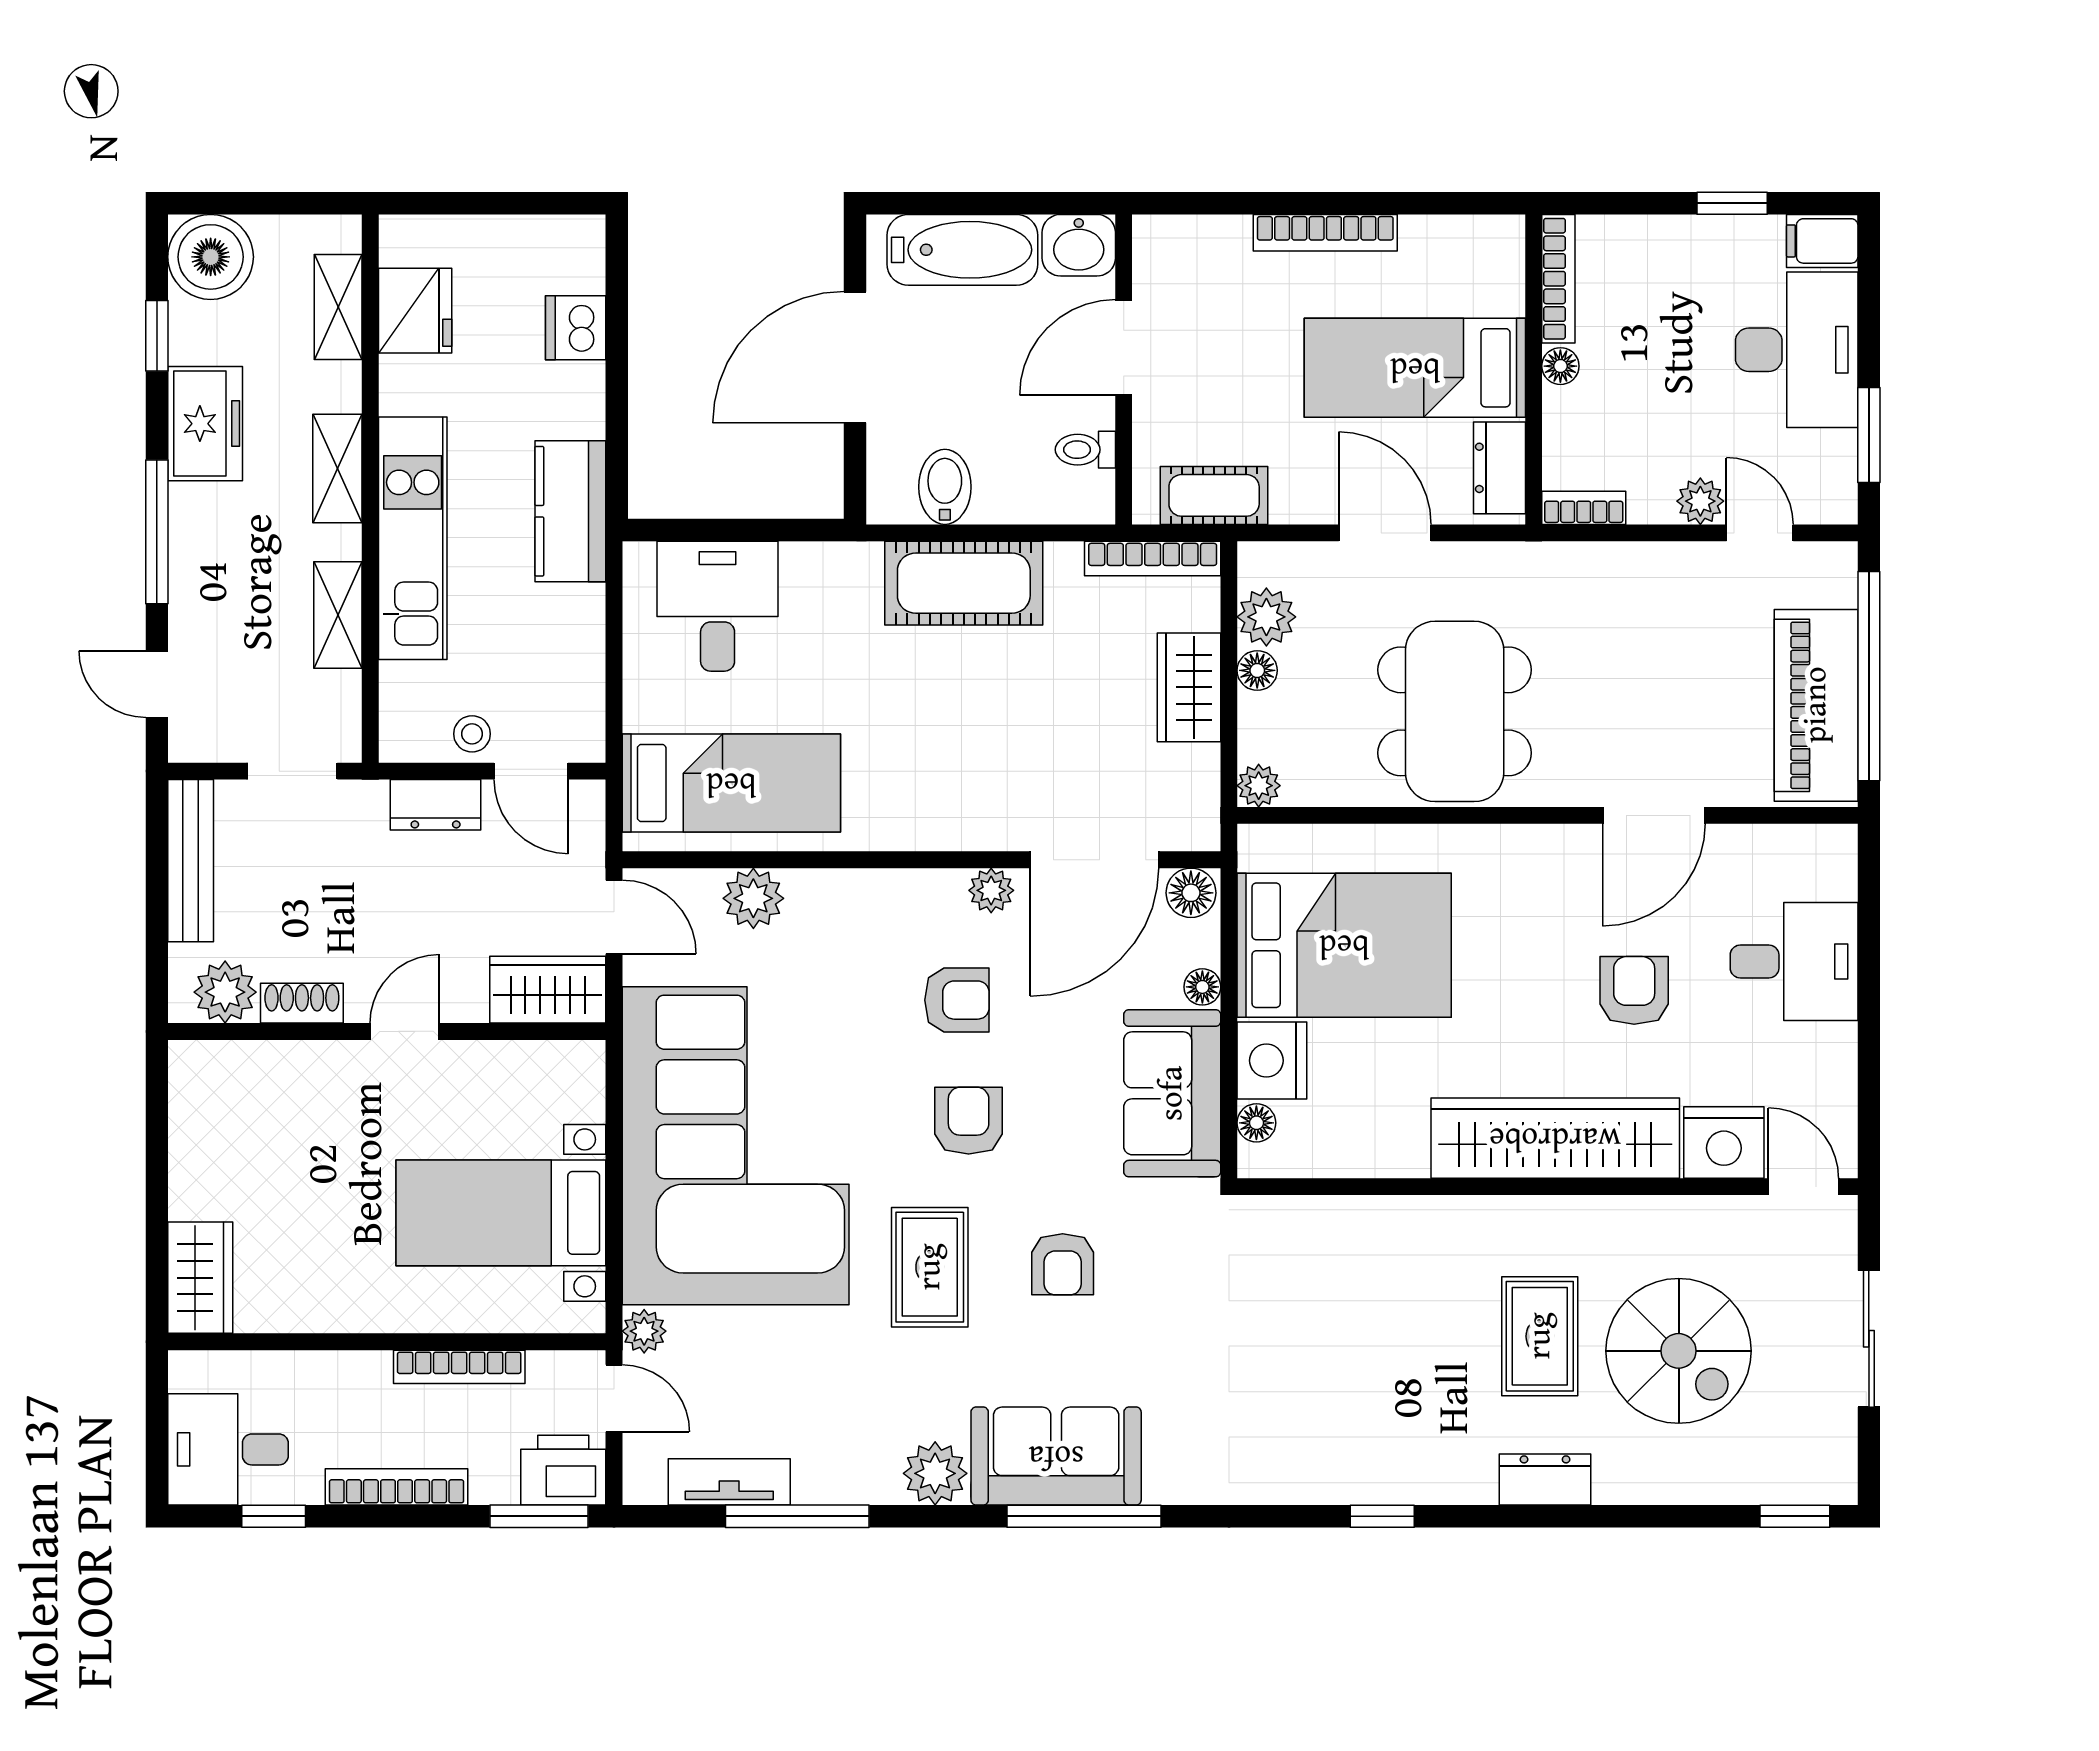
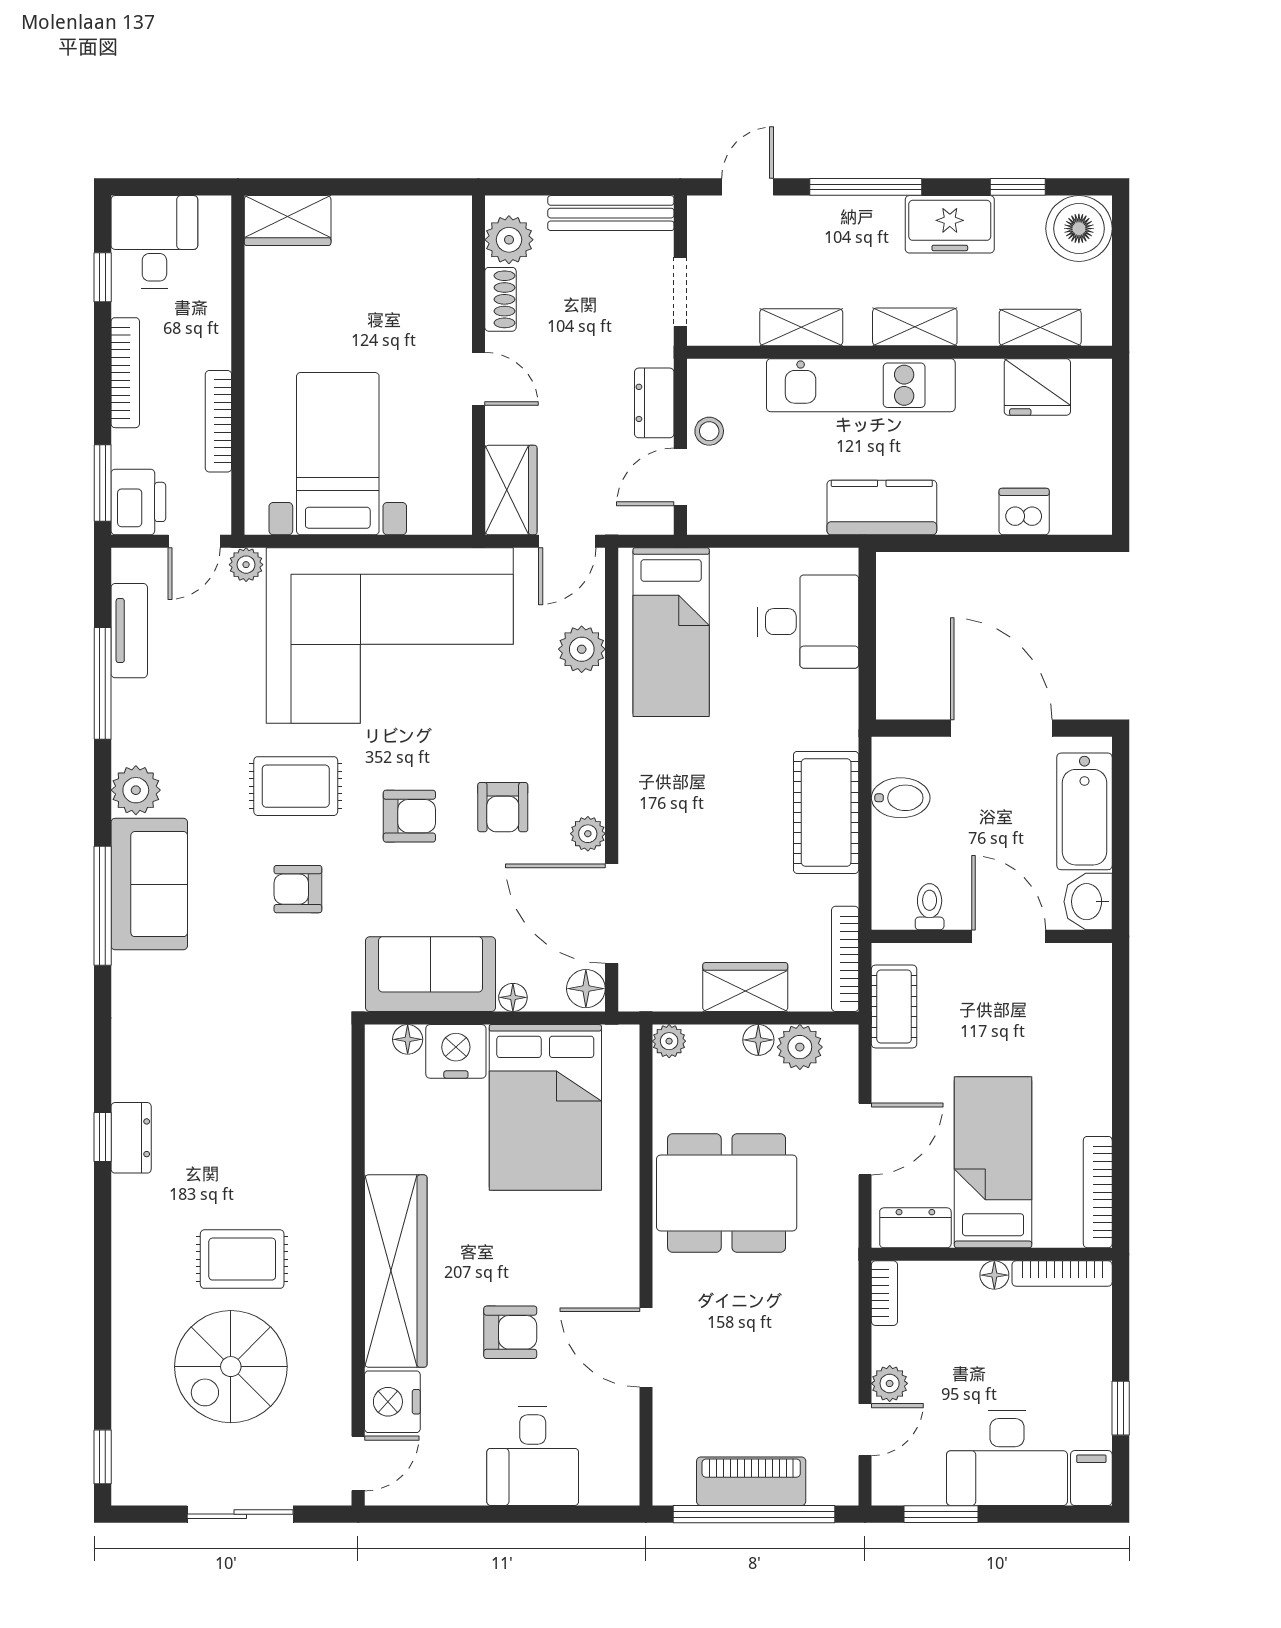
bookcase: (1325, 233) -> (1098, 1192), moved
piano: (1816, 705) -> (751, 1481), width x0.73, depth x0.75
dresser: (1545, 1479) -> (131, 1138), moved

